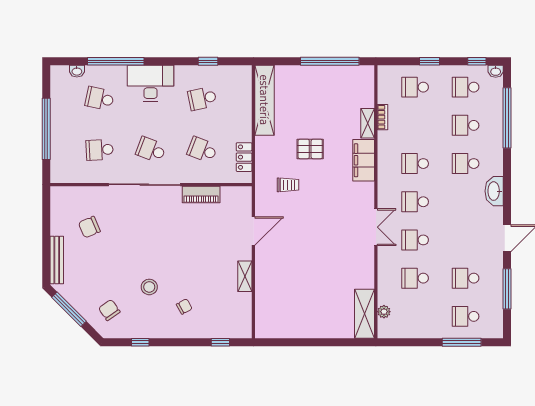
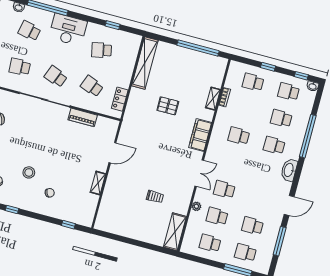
window: (507, 118) -> (308, 136), moved
filing cabinet: (364, 160) -> (200, 135), moved
trolley: (288, 185) -> (155, 197), moved
school desk: (415, 202) -> (210, 243), moved
plant: (384, 312) -> (196, 206), moved

